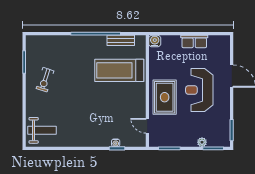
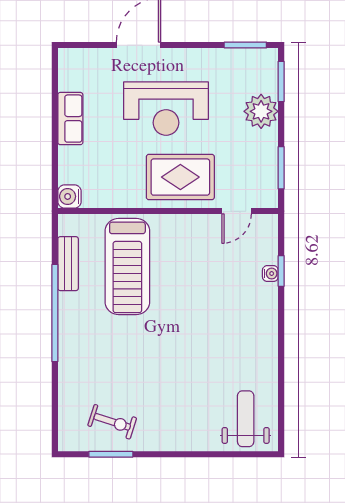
exercise bike: (45, 80) -> (112, 422), moved
plant: (202, 142) -> (261, 111), width x1.88, depth x1.88

